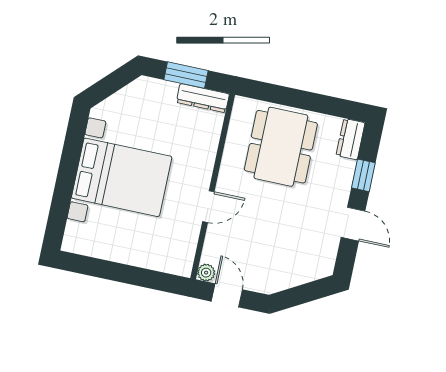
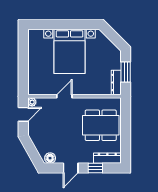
dresser: (351, 139) -> (107, 158), width x1.44
door: (208, 207) -> (64, 96), swing flipped
floor lamp: (325, 261) -> (50, 158), added

